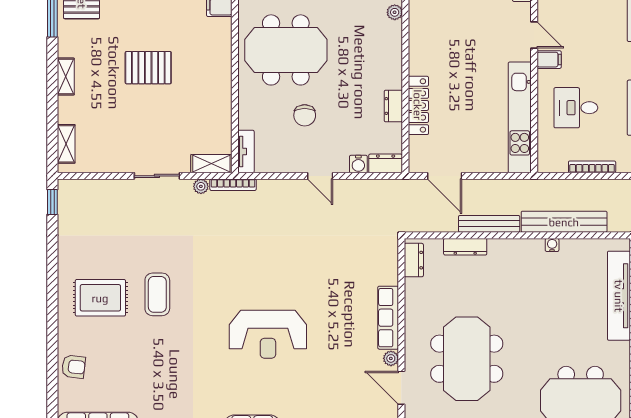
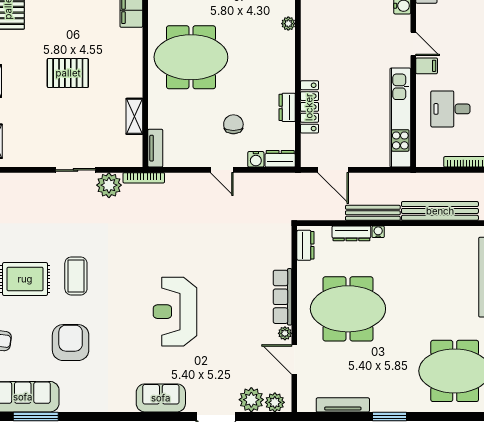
chair: (305, 115) -> (233, 124), moved, turned 180
shelving: (211, 164) -> (134, 116), moved, turned 90
plant: (201, 186) -> (109, 185), width x1.88, depth x1.88
water cooler: (552, 245) -> (378, 232), moved
reception desk: (268, 334) -> (175, 312), turned 90
meeting table: (467, 359) -> (348, 309), moved, turned 90
armchair: (151, 369) -> (71, 343), added

